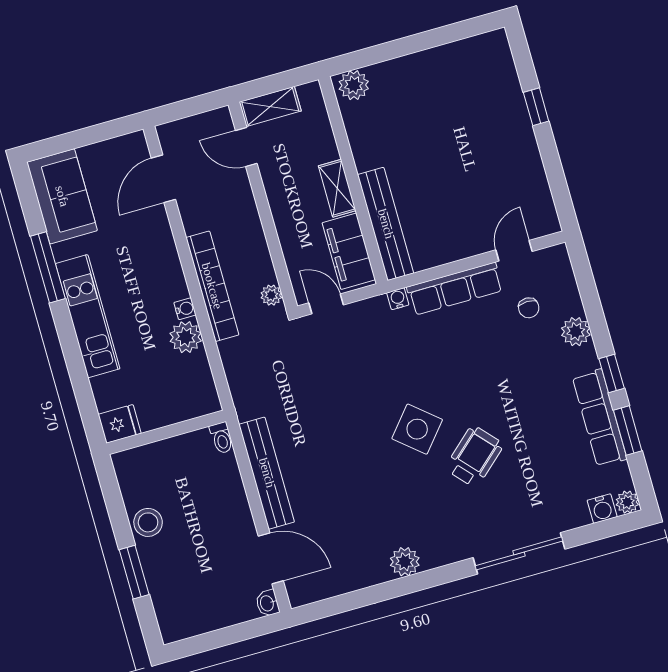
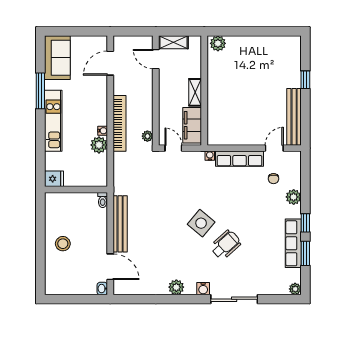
bench: (386, 224) -> (294, 117), moved
water cooler: (602, 509) -> (203, 289), moved
stool: (148, 522) -> (63, 244), moved
window: (134, 572) -> (40, 254), removed

